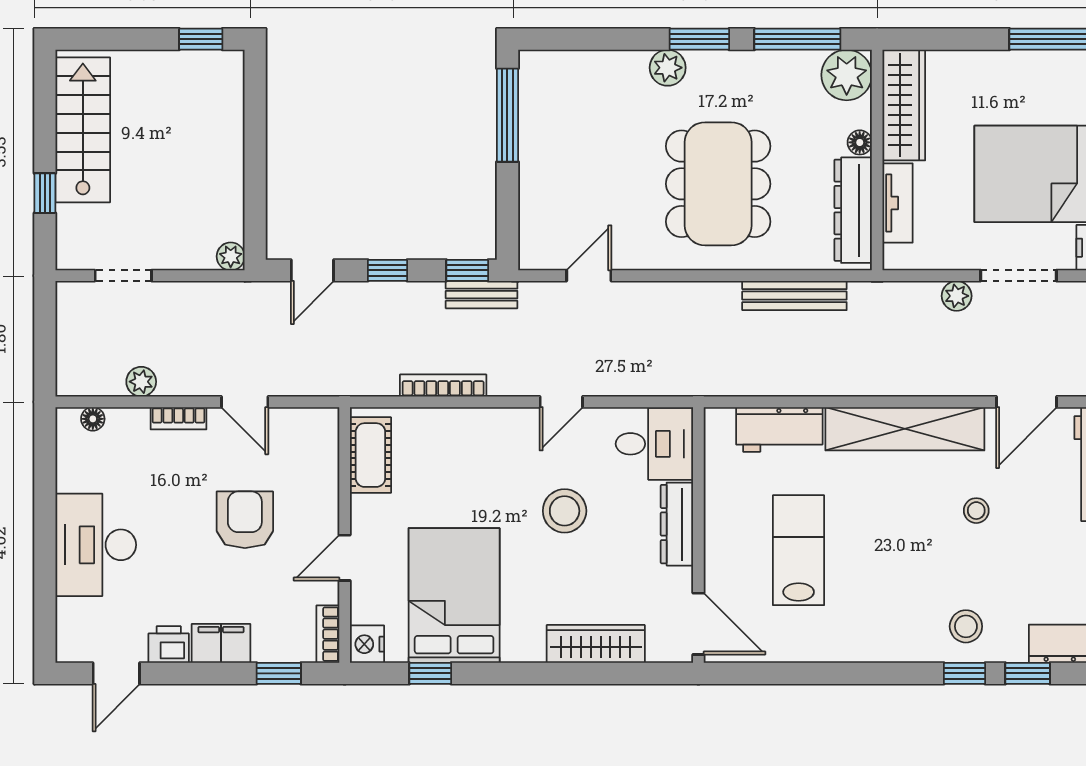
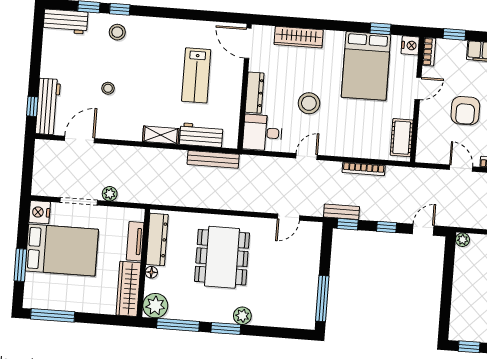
bench: (794, 296) -> (213, 159), moved
shelving: (905, 429) -> (161, 135), width x0.45, depth x0.75

